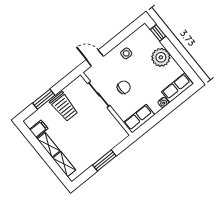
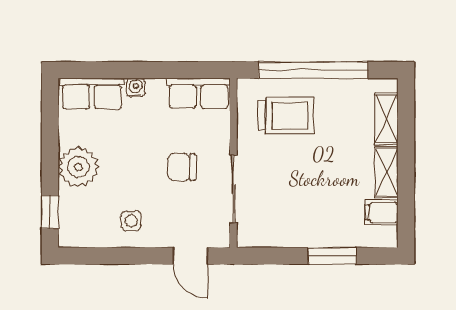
trolley: (64, 107) -> (286, 116), moved, turned 90
window: (104, 160) -> (313, 70), width x2.11

